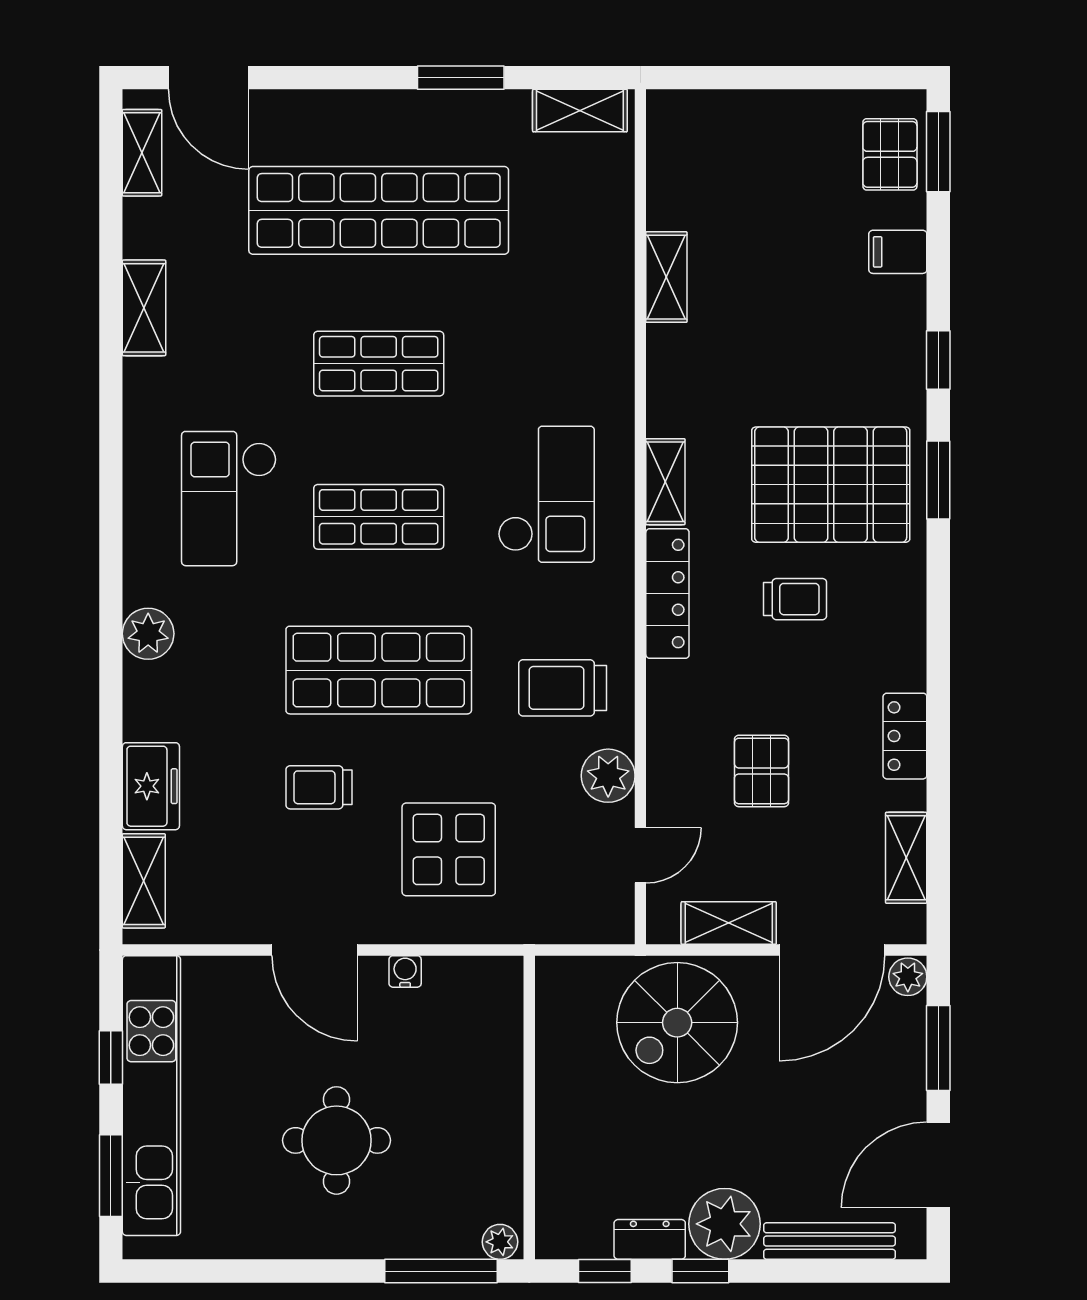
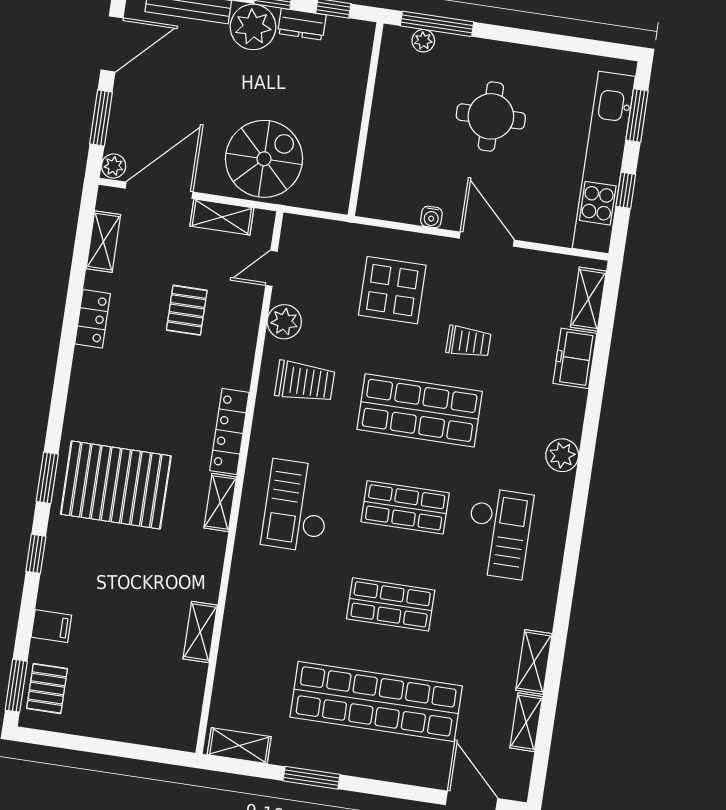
shelving: (142, 153) -> (526, 722), moved
trolley: (795, 599) -> (149, 416), removed
plant: (500, 1242) -> (423, 41), moved

